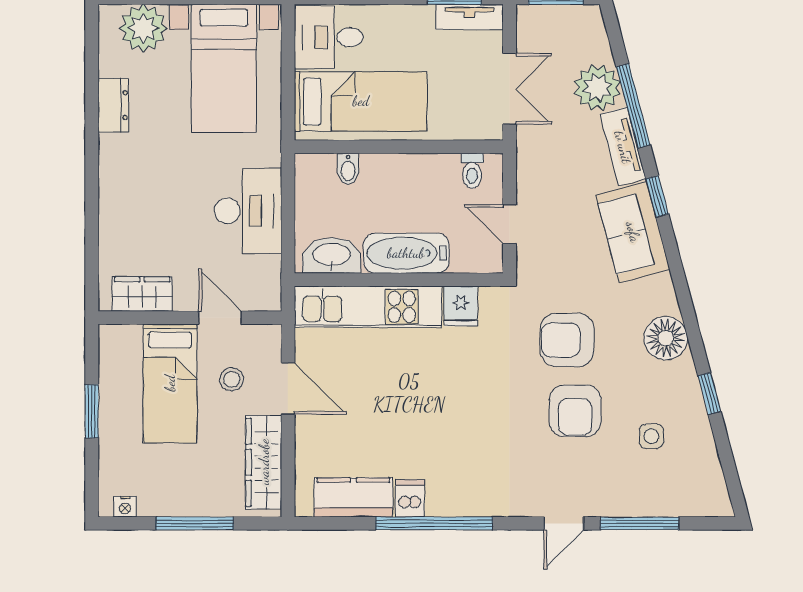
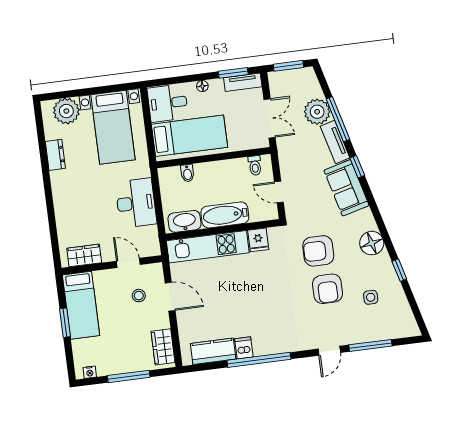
floor lamp: (395, 15) -> (202, 86), added
bed: (170, 383) -> (81, 305), moved
wardrobe: (264, 462) -> (163, 347), width x0.67

